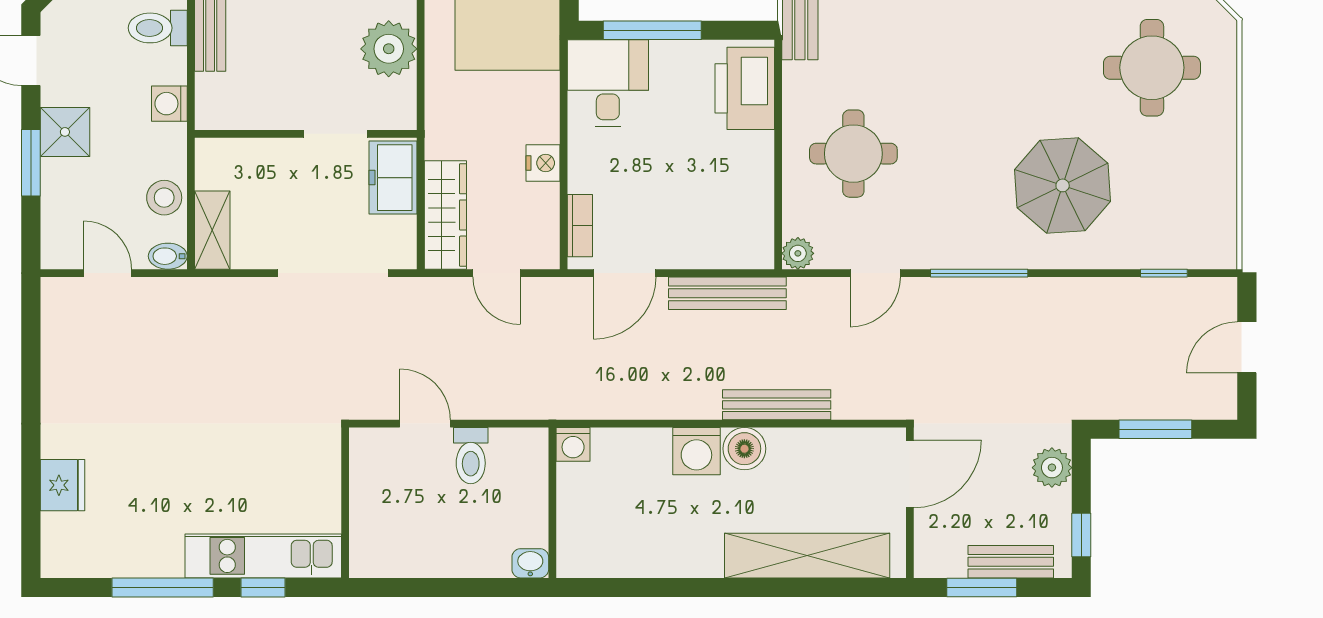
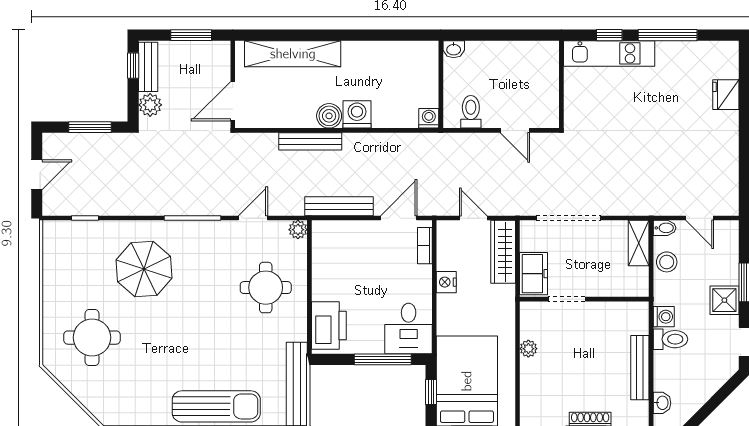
toilet: (158, 28) -> (670, 339), moved
plant: (389, 49) -> (528, 349), width x0.53, depth x0.53
toilet: (471, 456) -> (471, 112), moved
bench: (1011, 562) -> (148, 67), moved, turned 90

